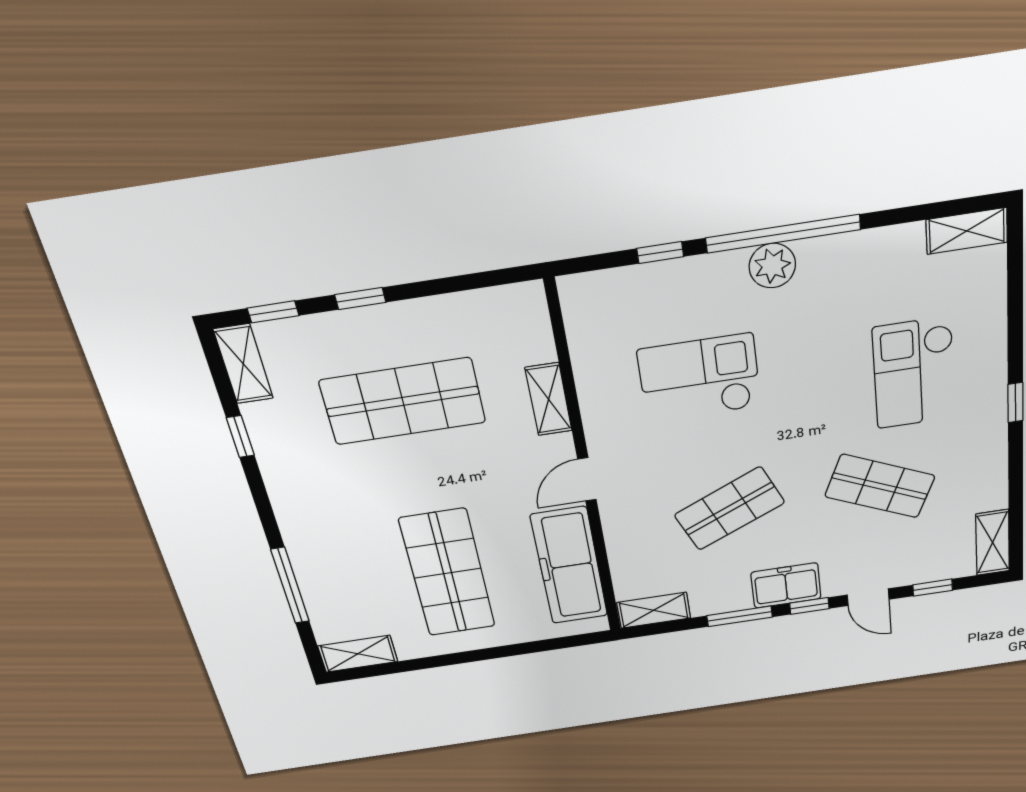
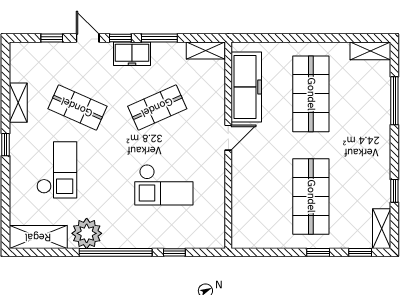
shelving: (967, 231) -> (38, 237), width x1.50, depth x1.33
plant: (772, 266) -> (87, 233), moved, width x1.36, depth x1.36
shelving: (549, 399) -> (240, 186), removed
shop shelf: (403, 401) -> (311, 196), turned 90
shelving: (993, 543) -> (18, 103), moved

